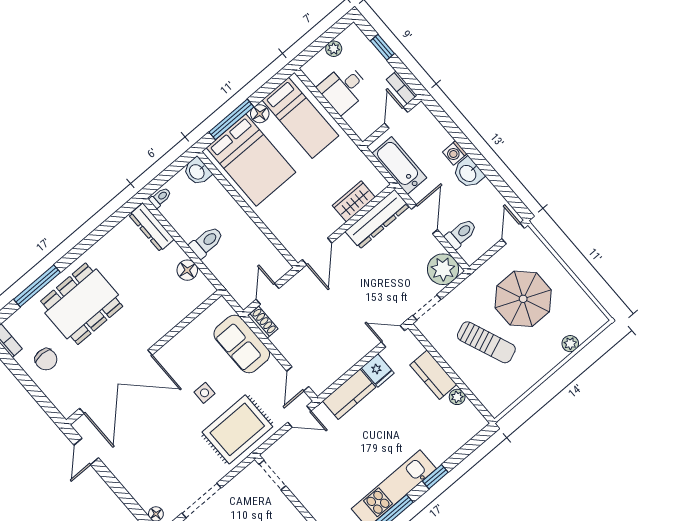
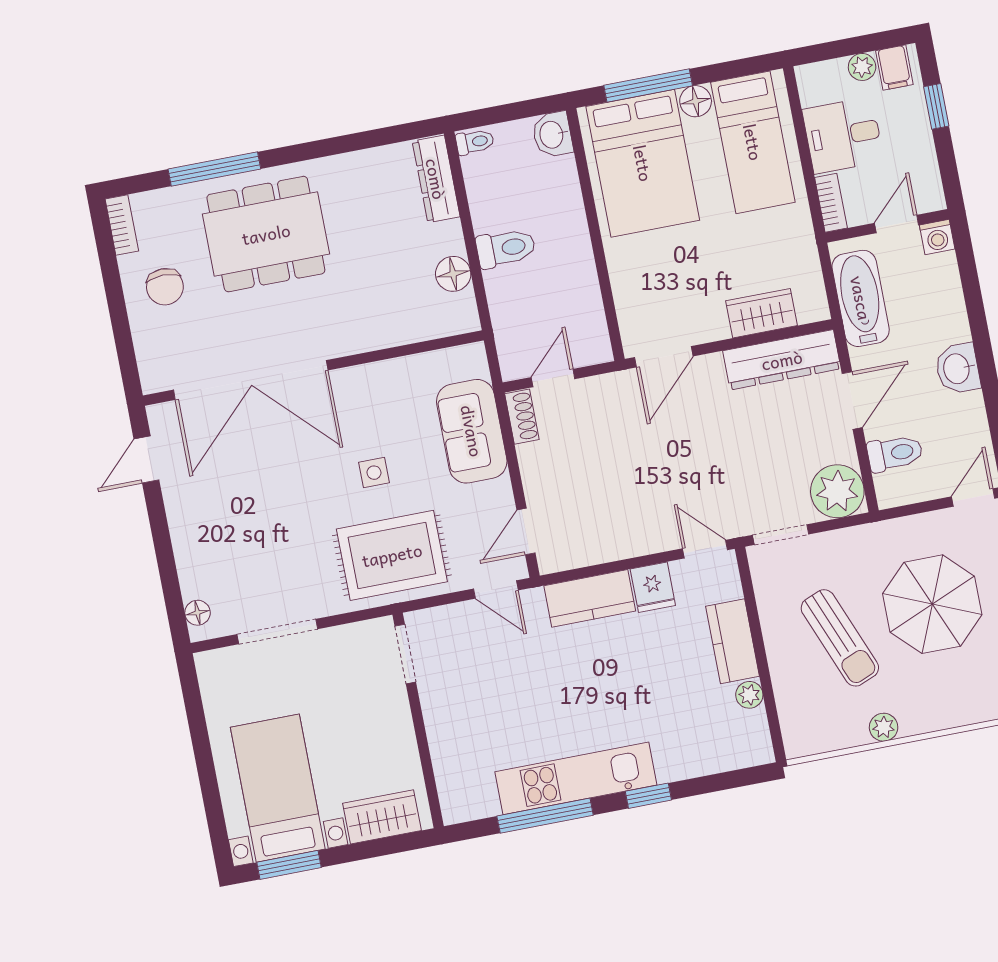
filing cabinet: (350, 40) -> (894, 68), added
bookcase: (402, 88) -> (831, 203), moved, turned 180
washing machine: (455, 153) -> (937, 237), moved, turned -90
plant: (570, 344) -> (884, 727), moved

